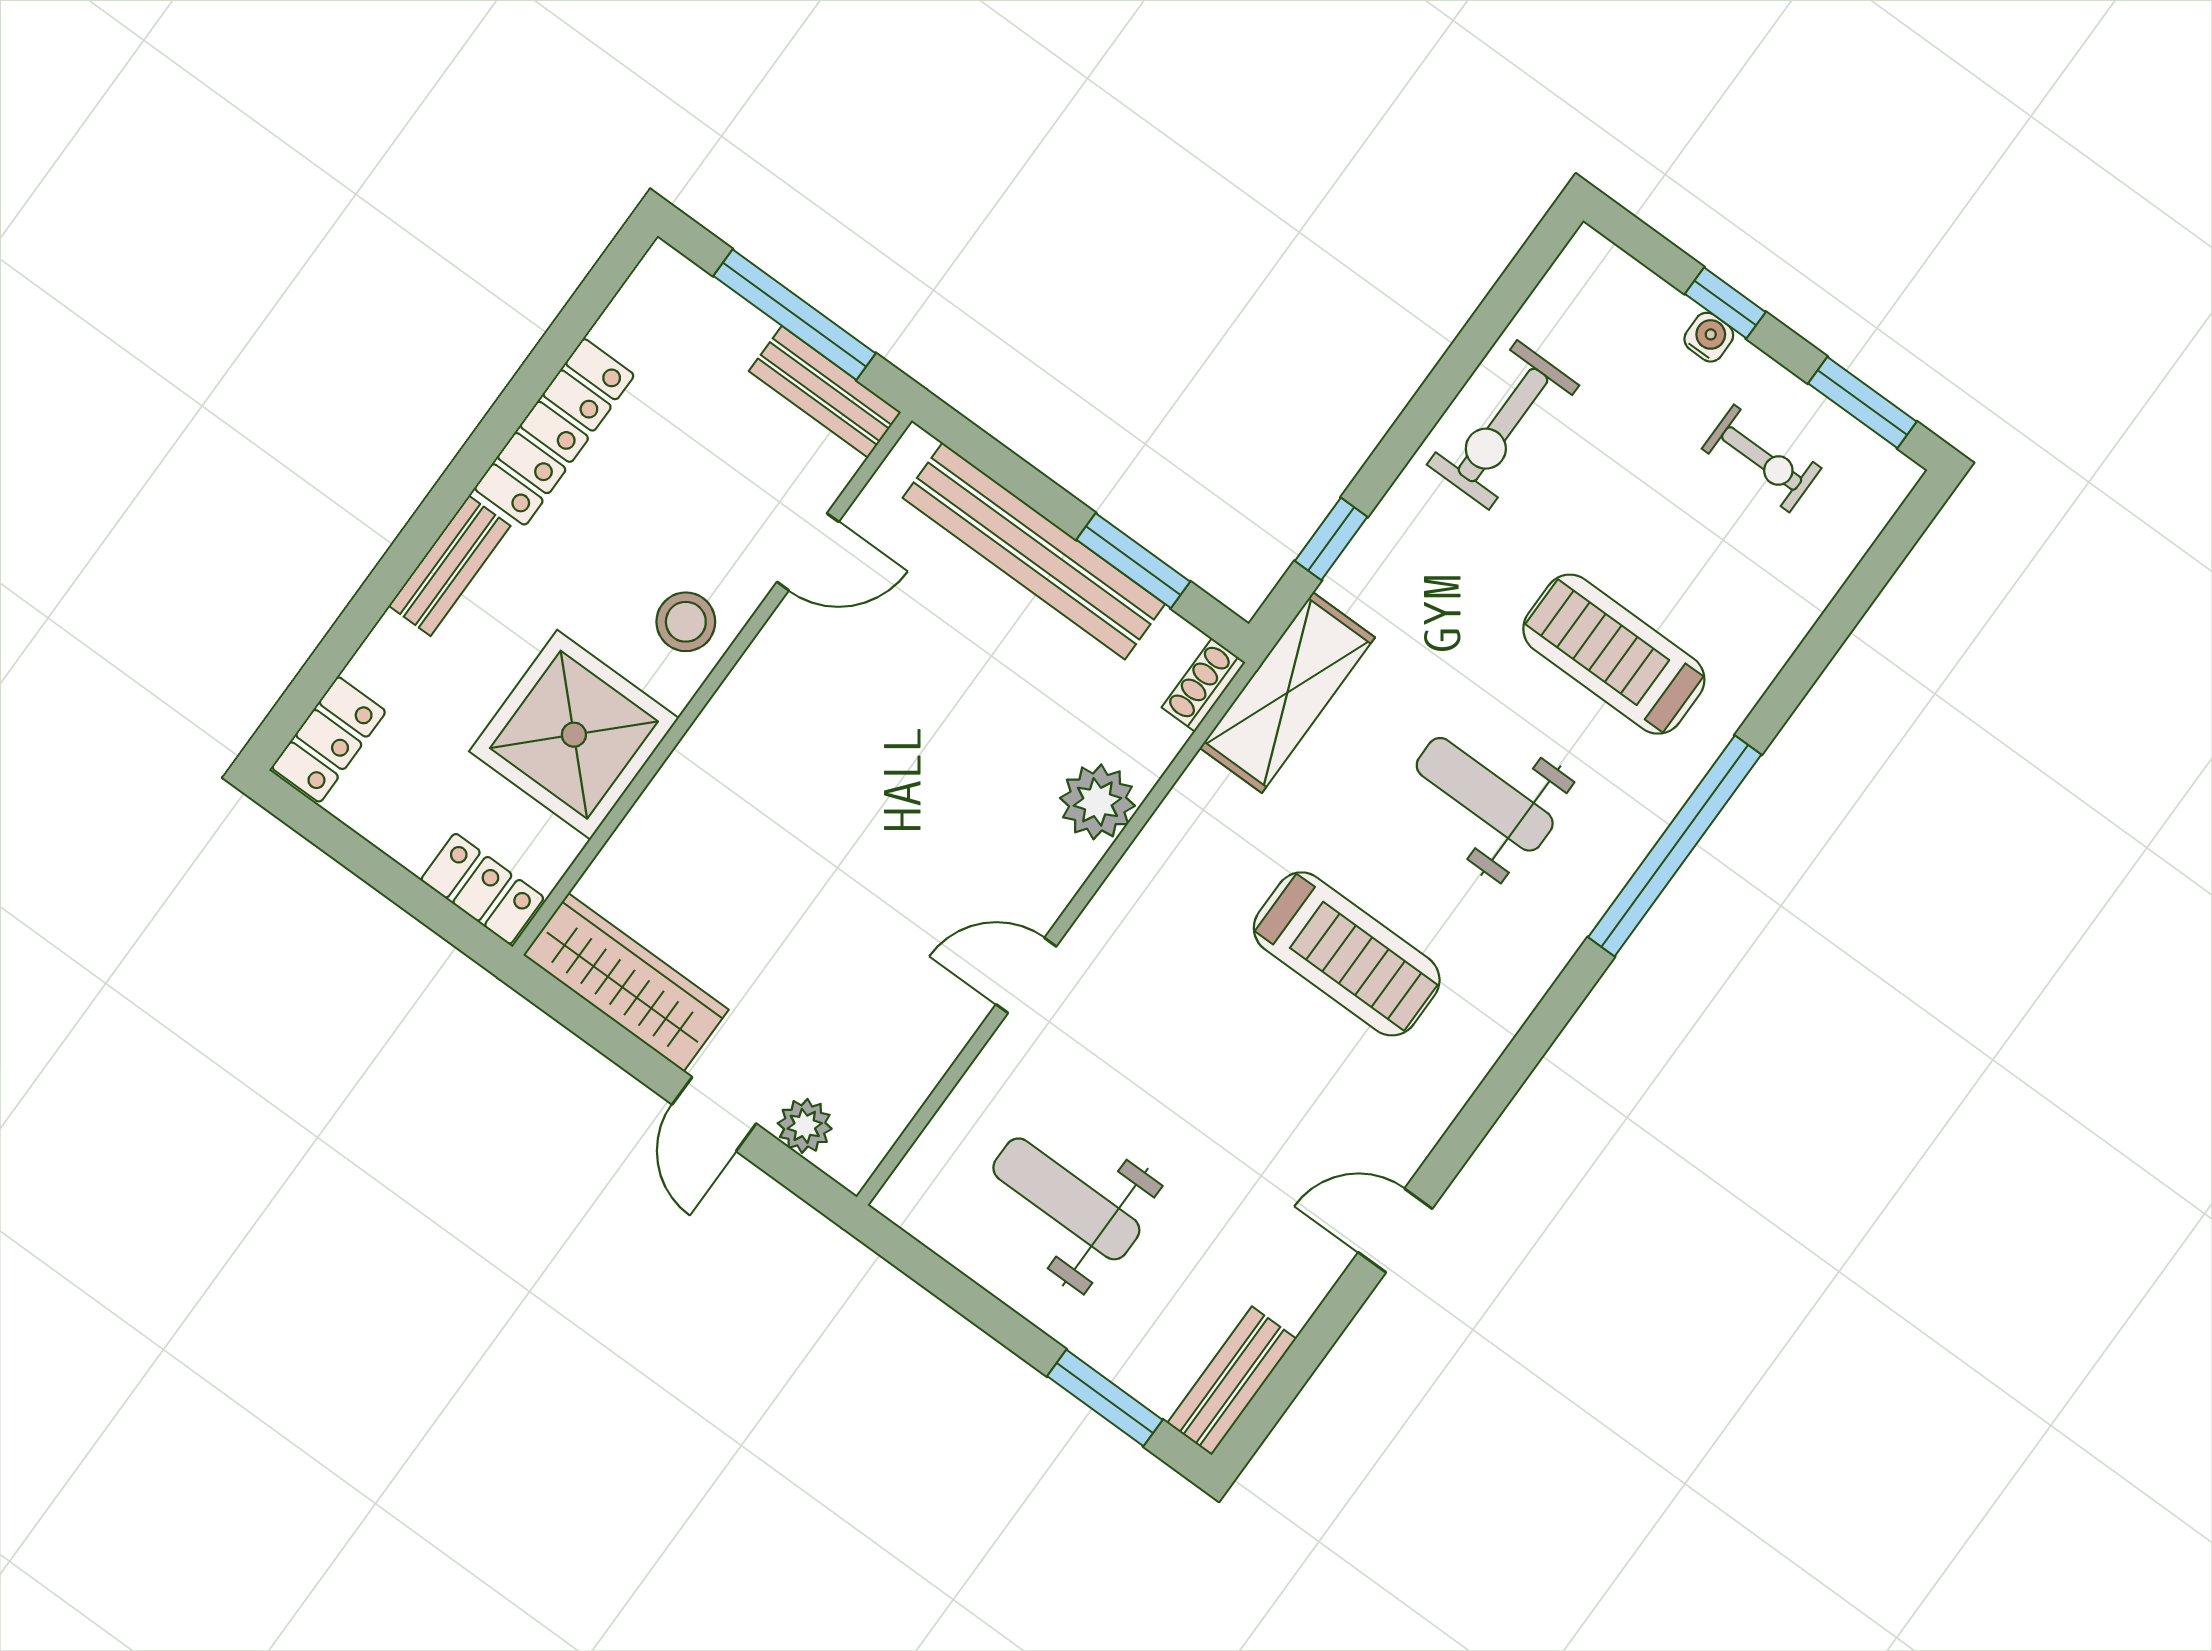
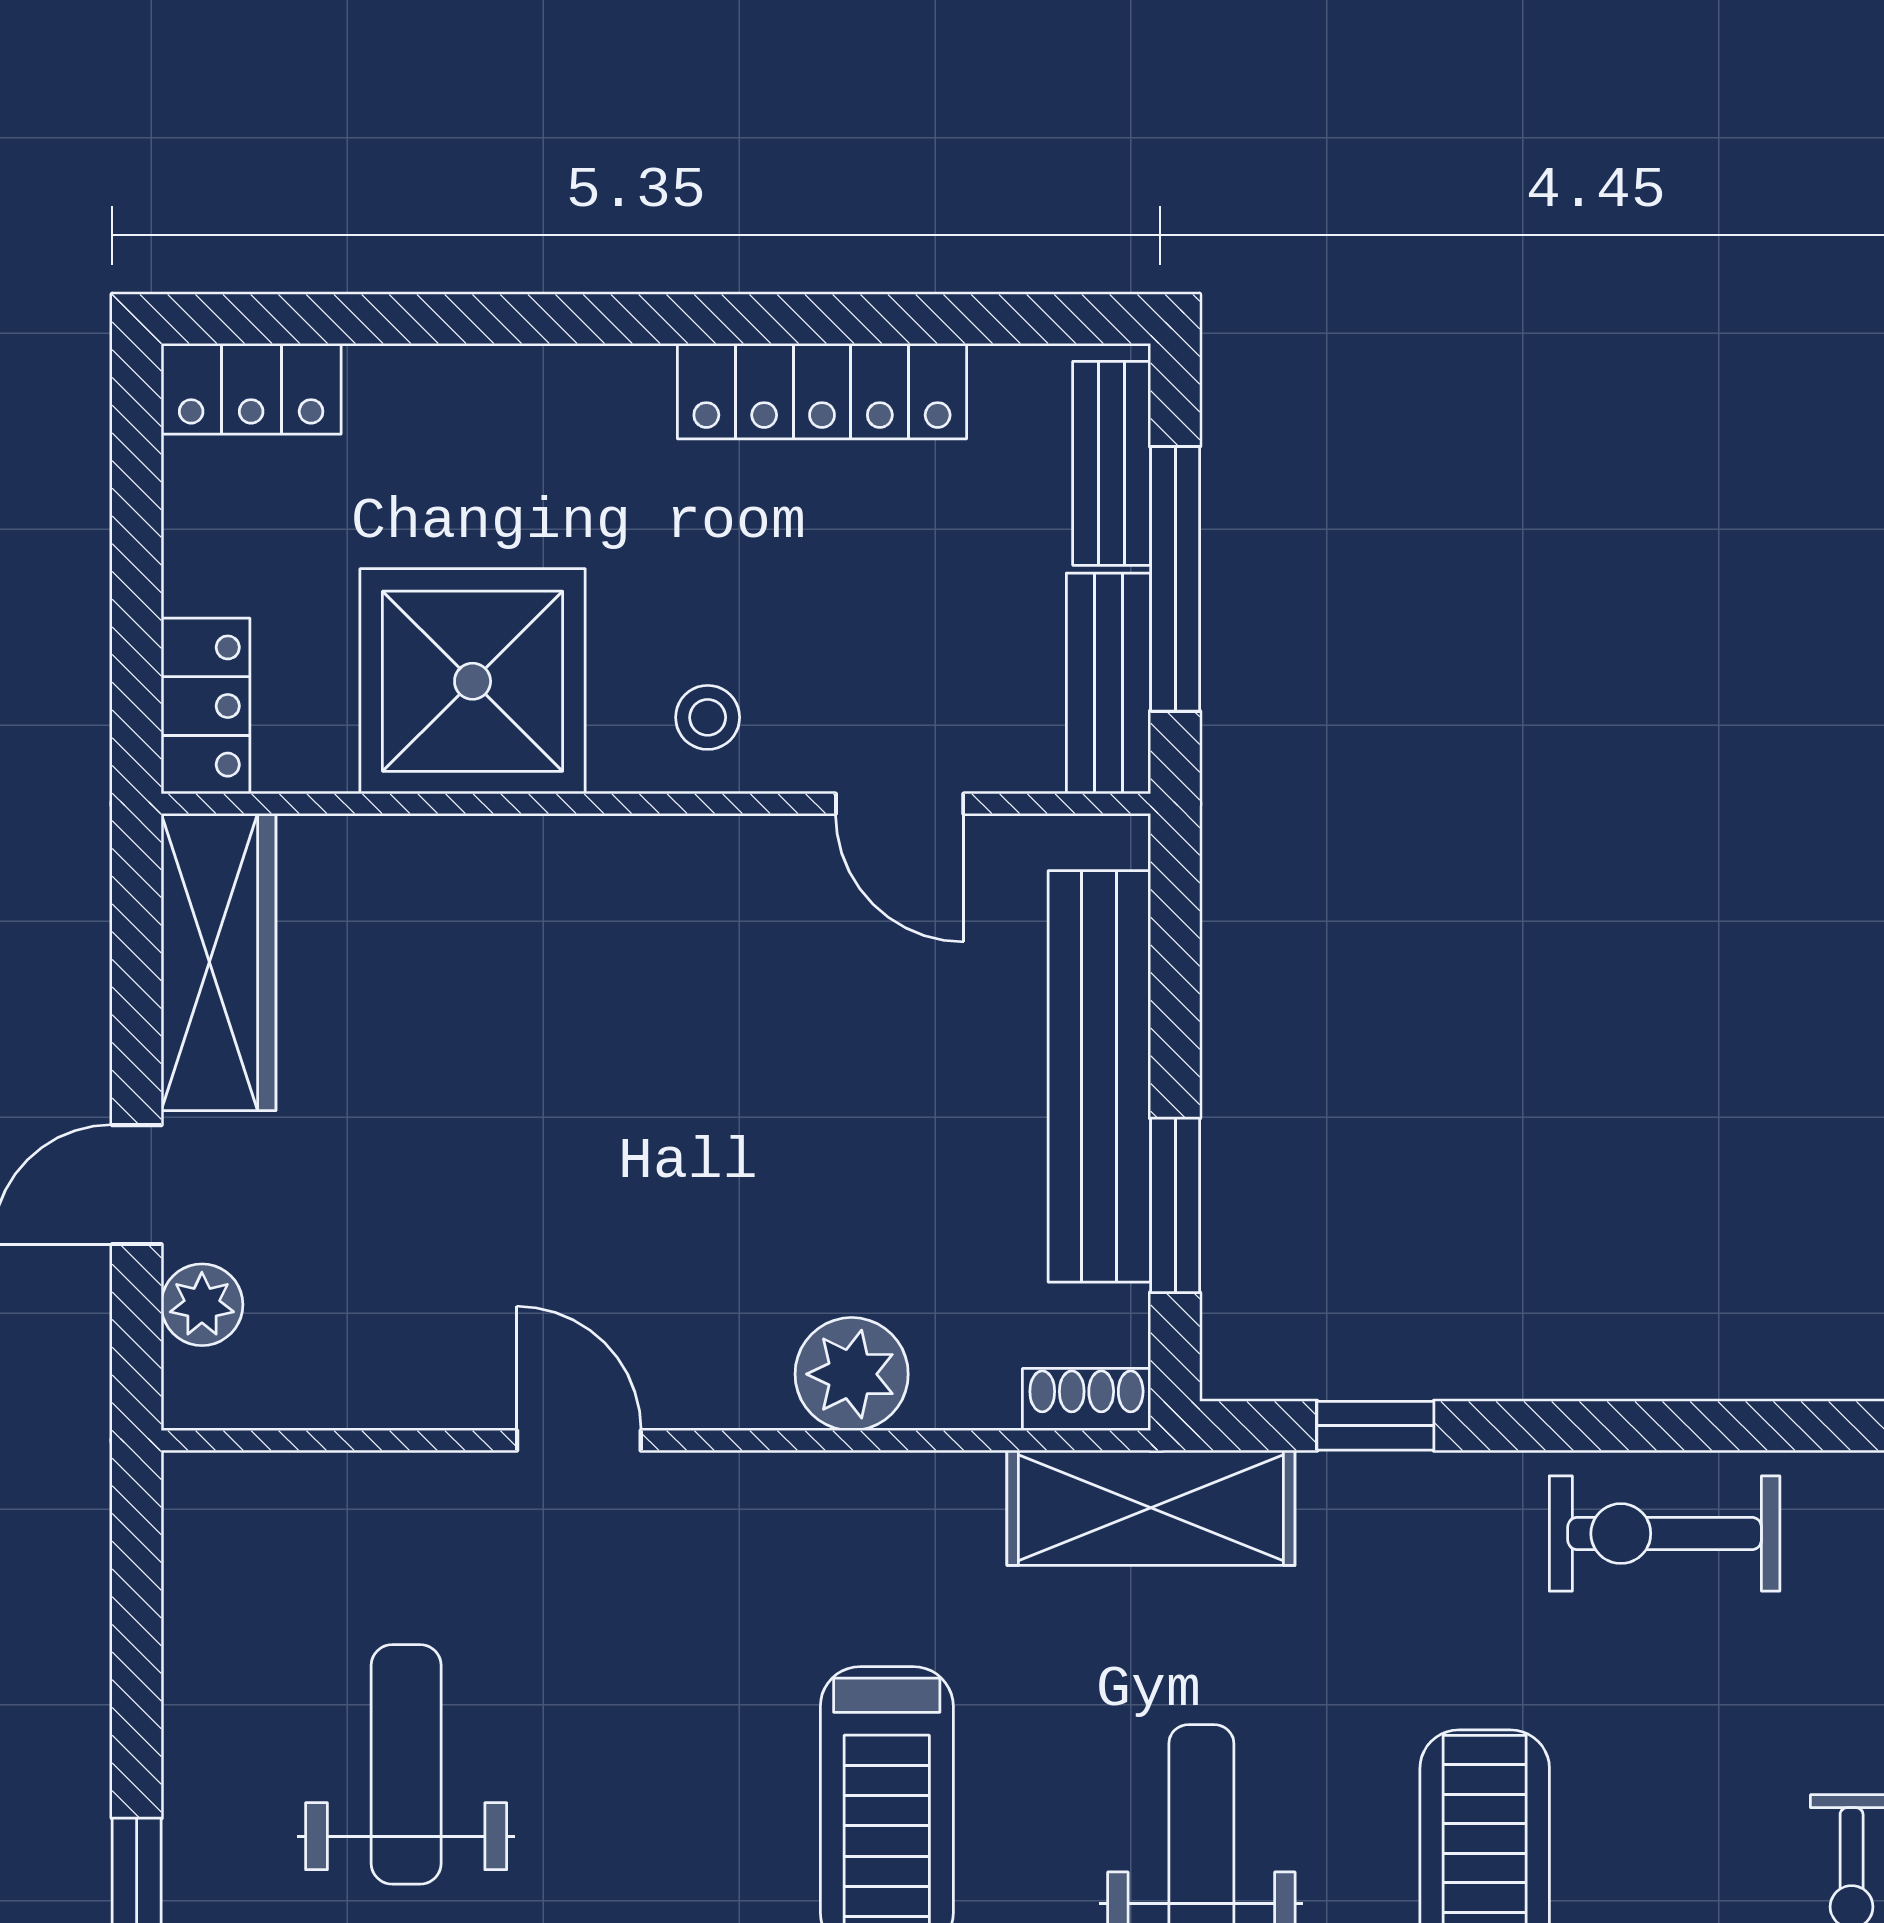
bench: (450, 566) -> (1112, 463), moved, turned 90
stool: (686, 622) -> (708, 717), width x0.73, depth x0.73
weight bench: (1066, 1199) -> (406, 1764), moved

